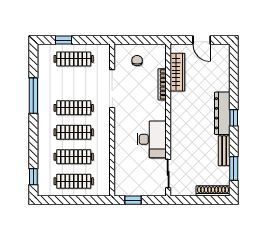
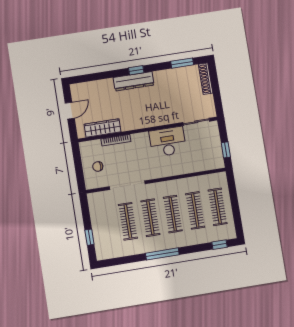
clothes rail: (74, 59) -> (128, 221), moved
window: (33, 96) -> (162, 254), moved
bench: (224, 151) -> (167, 74), removed

